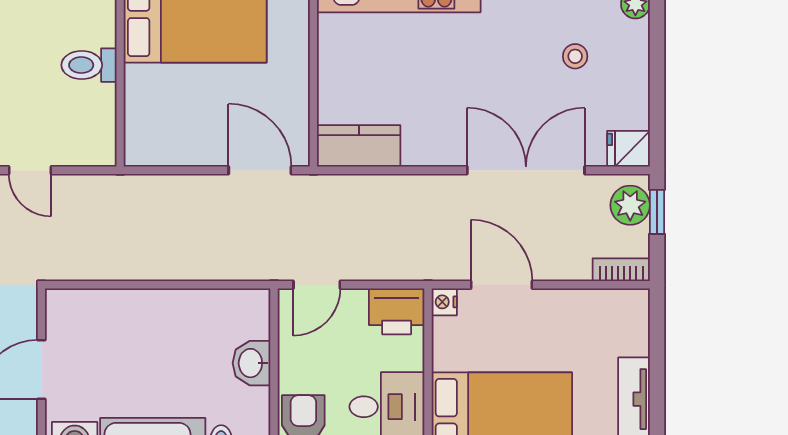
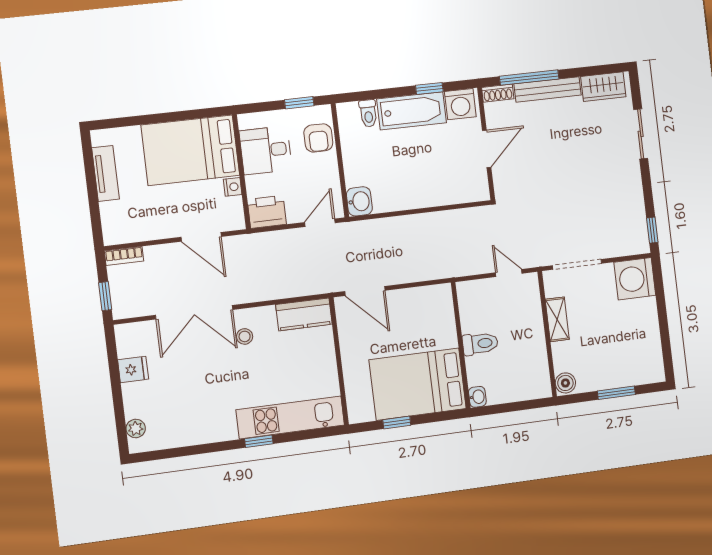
stool: (575, 56) -> (245, 336), moved
fridge: (628, 149) -> (133, 370), moved
plant: (630, 205) -> (123, 298), removed
nightstand: (444, 302) -> (233, 187), moved
washbasin: (252, 363) -> (359, 201), moved

